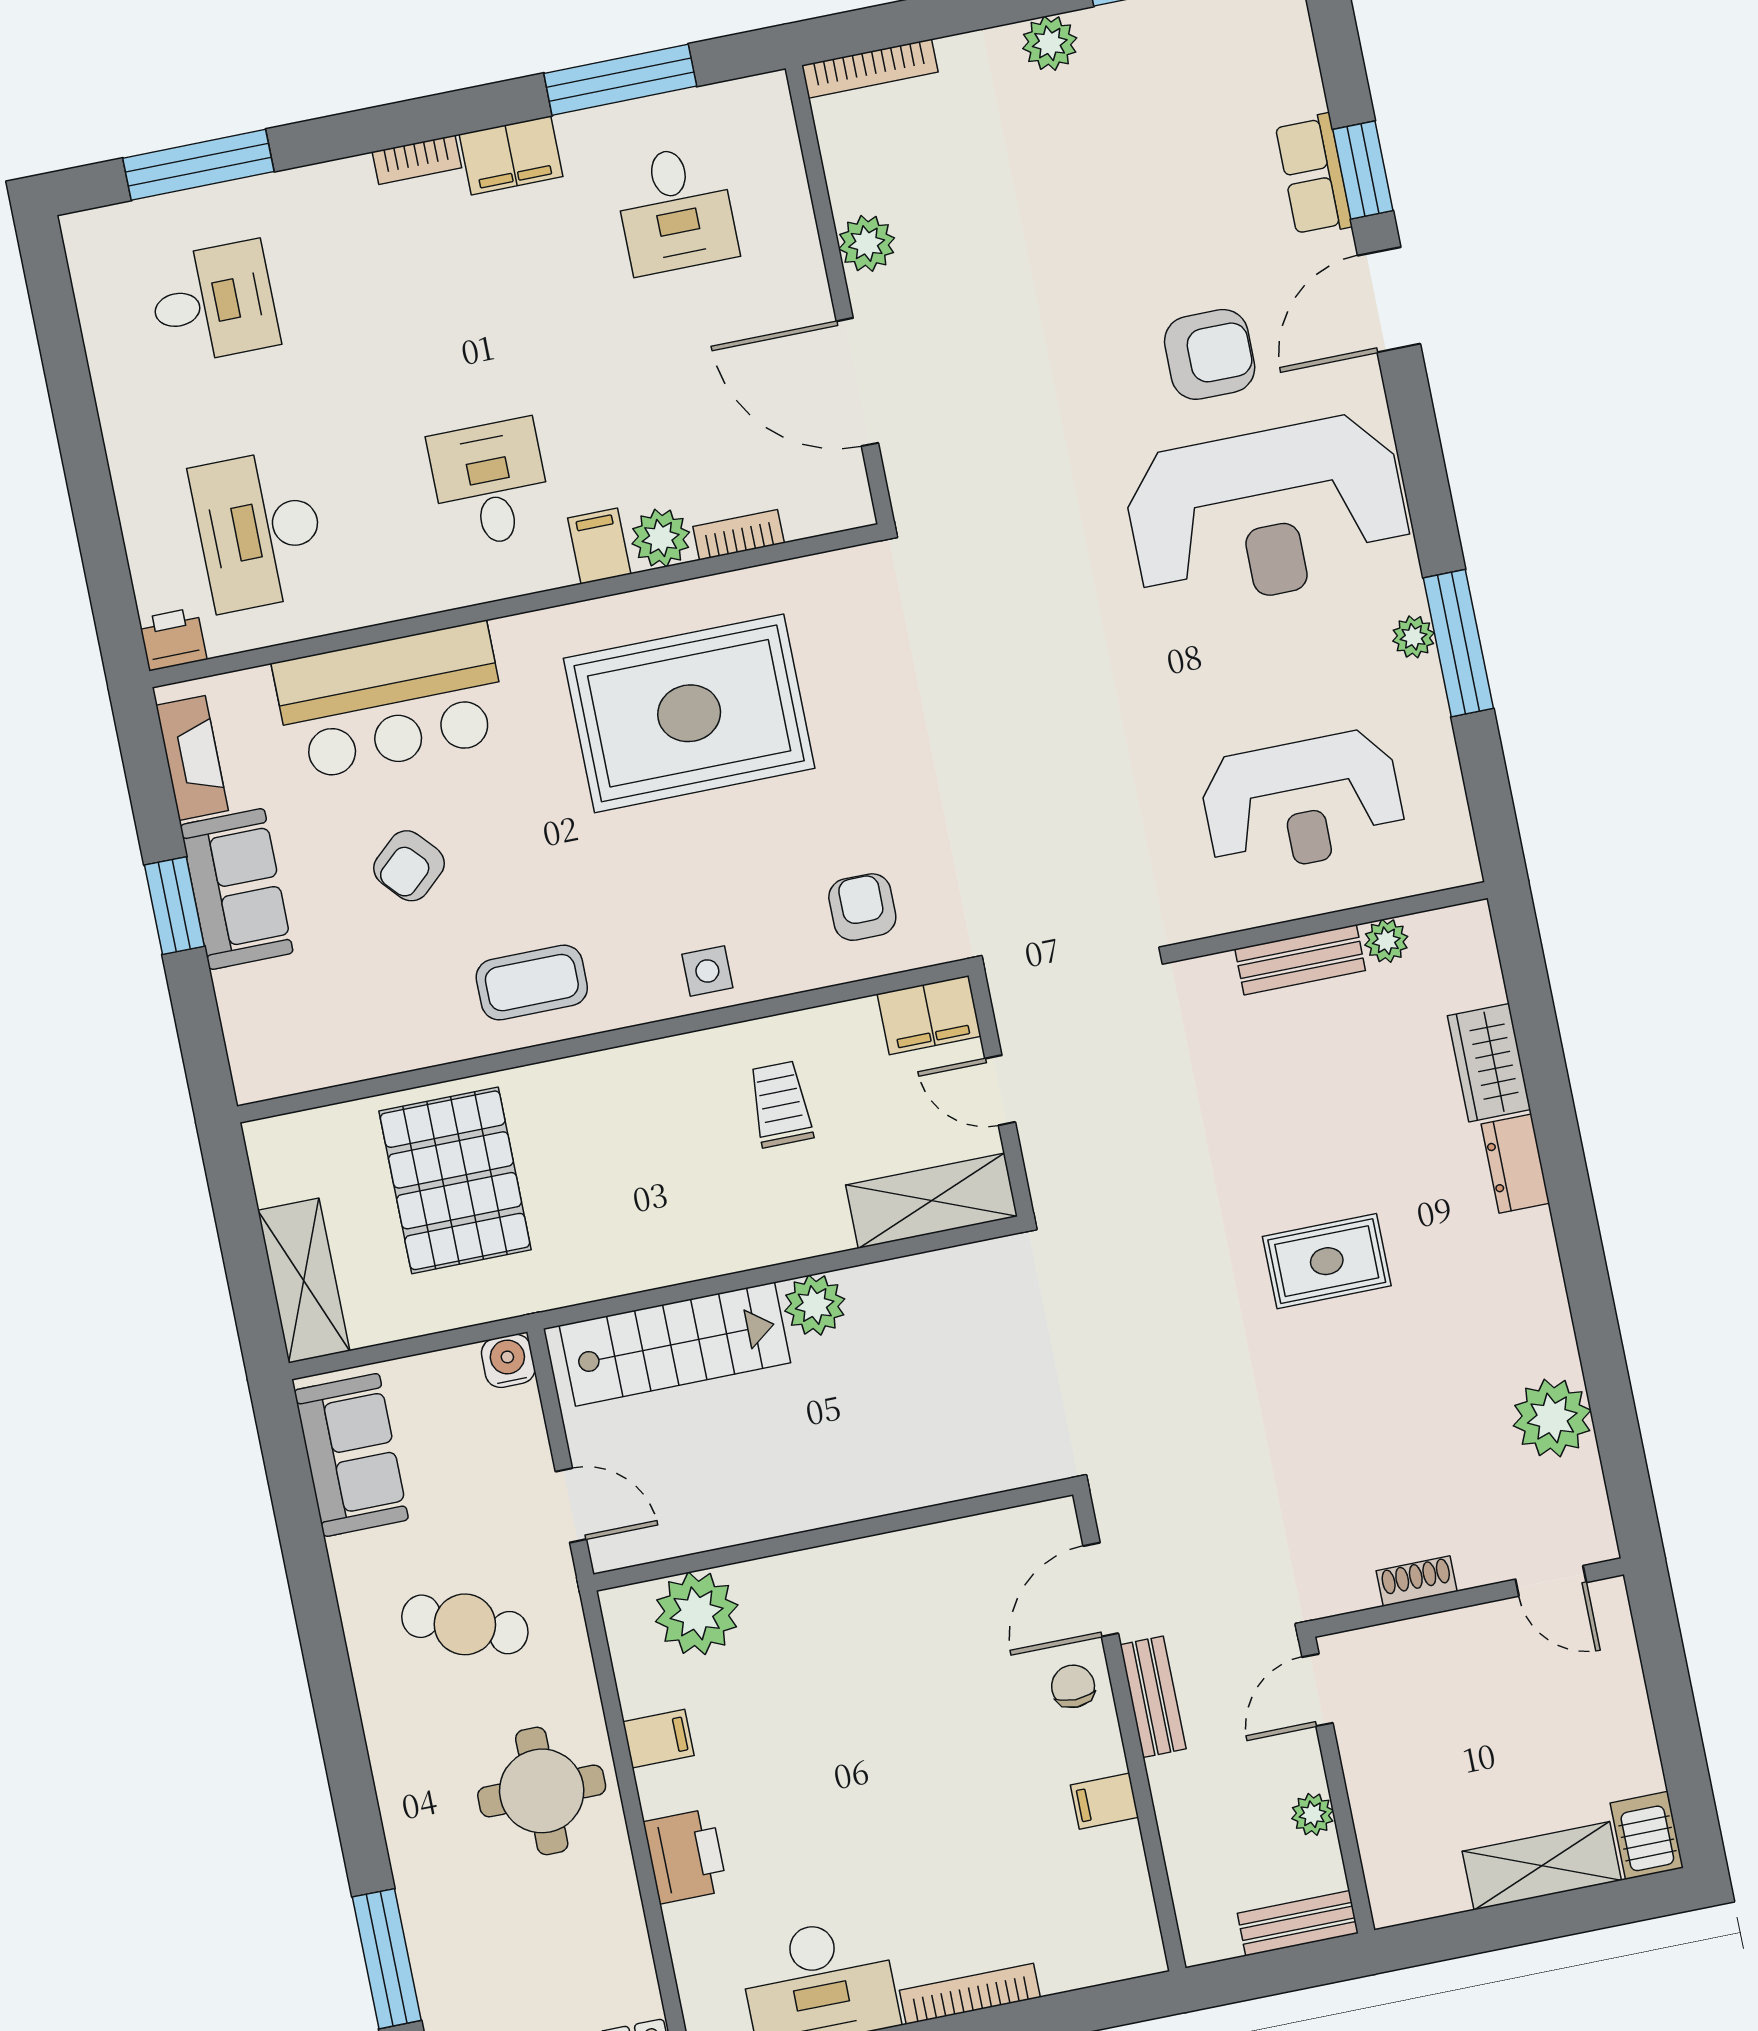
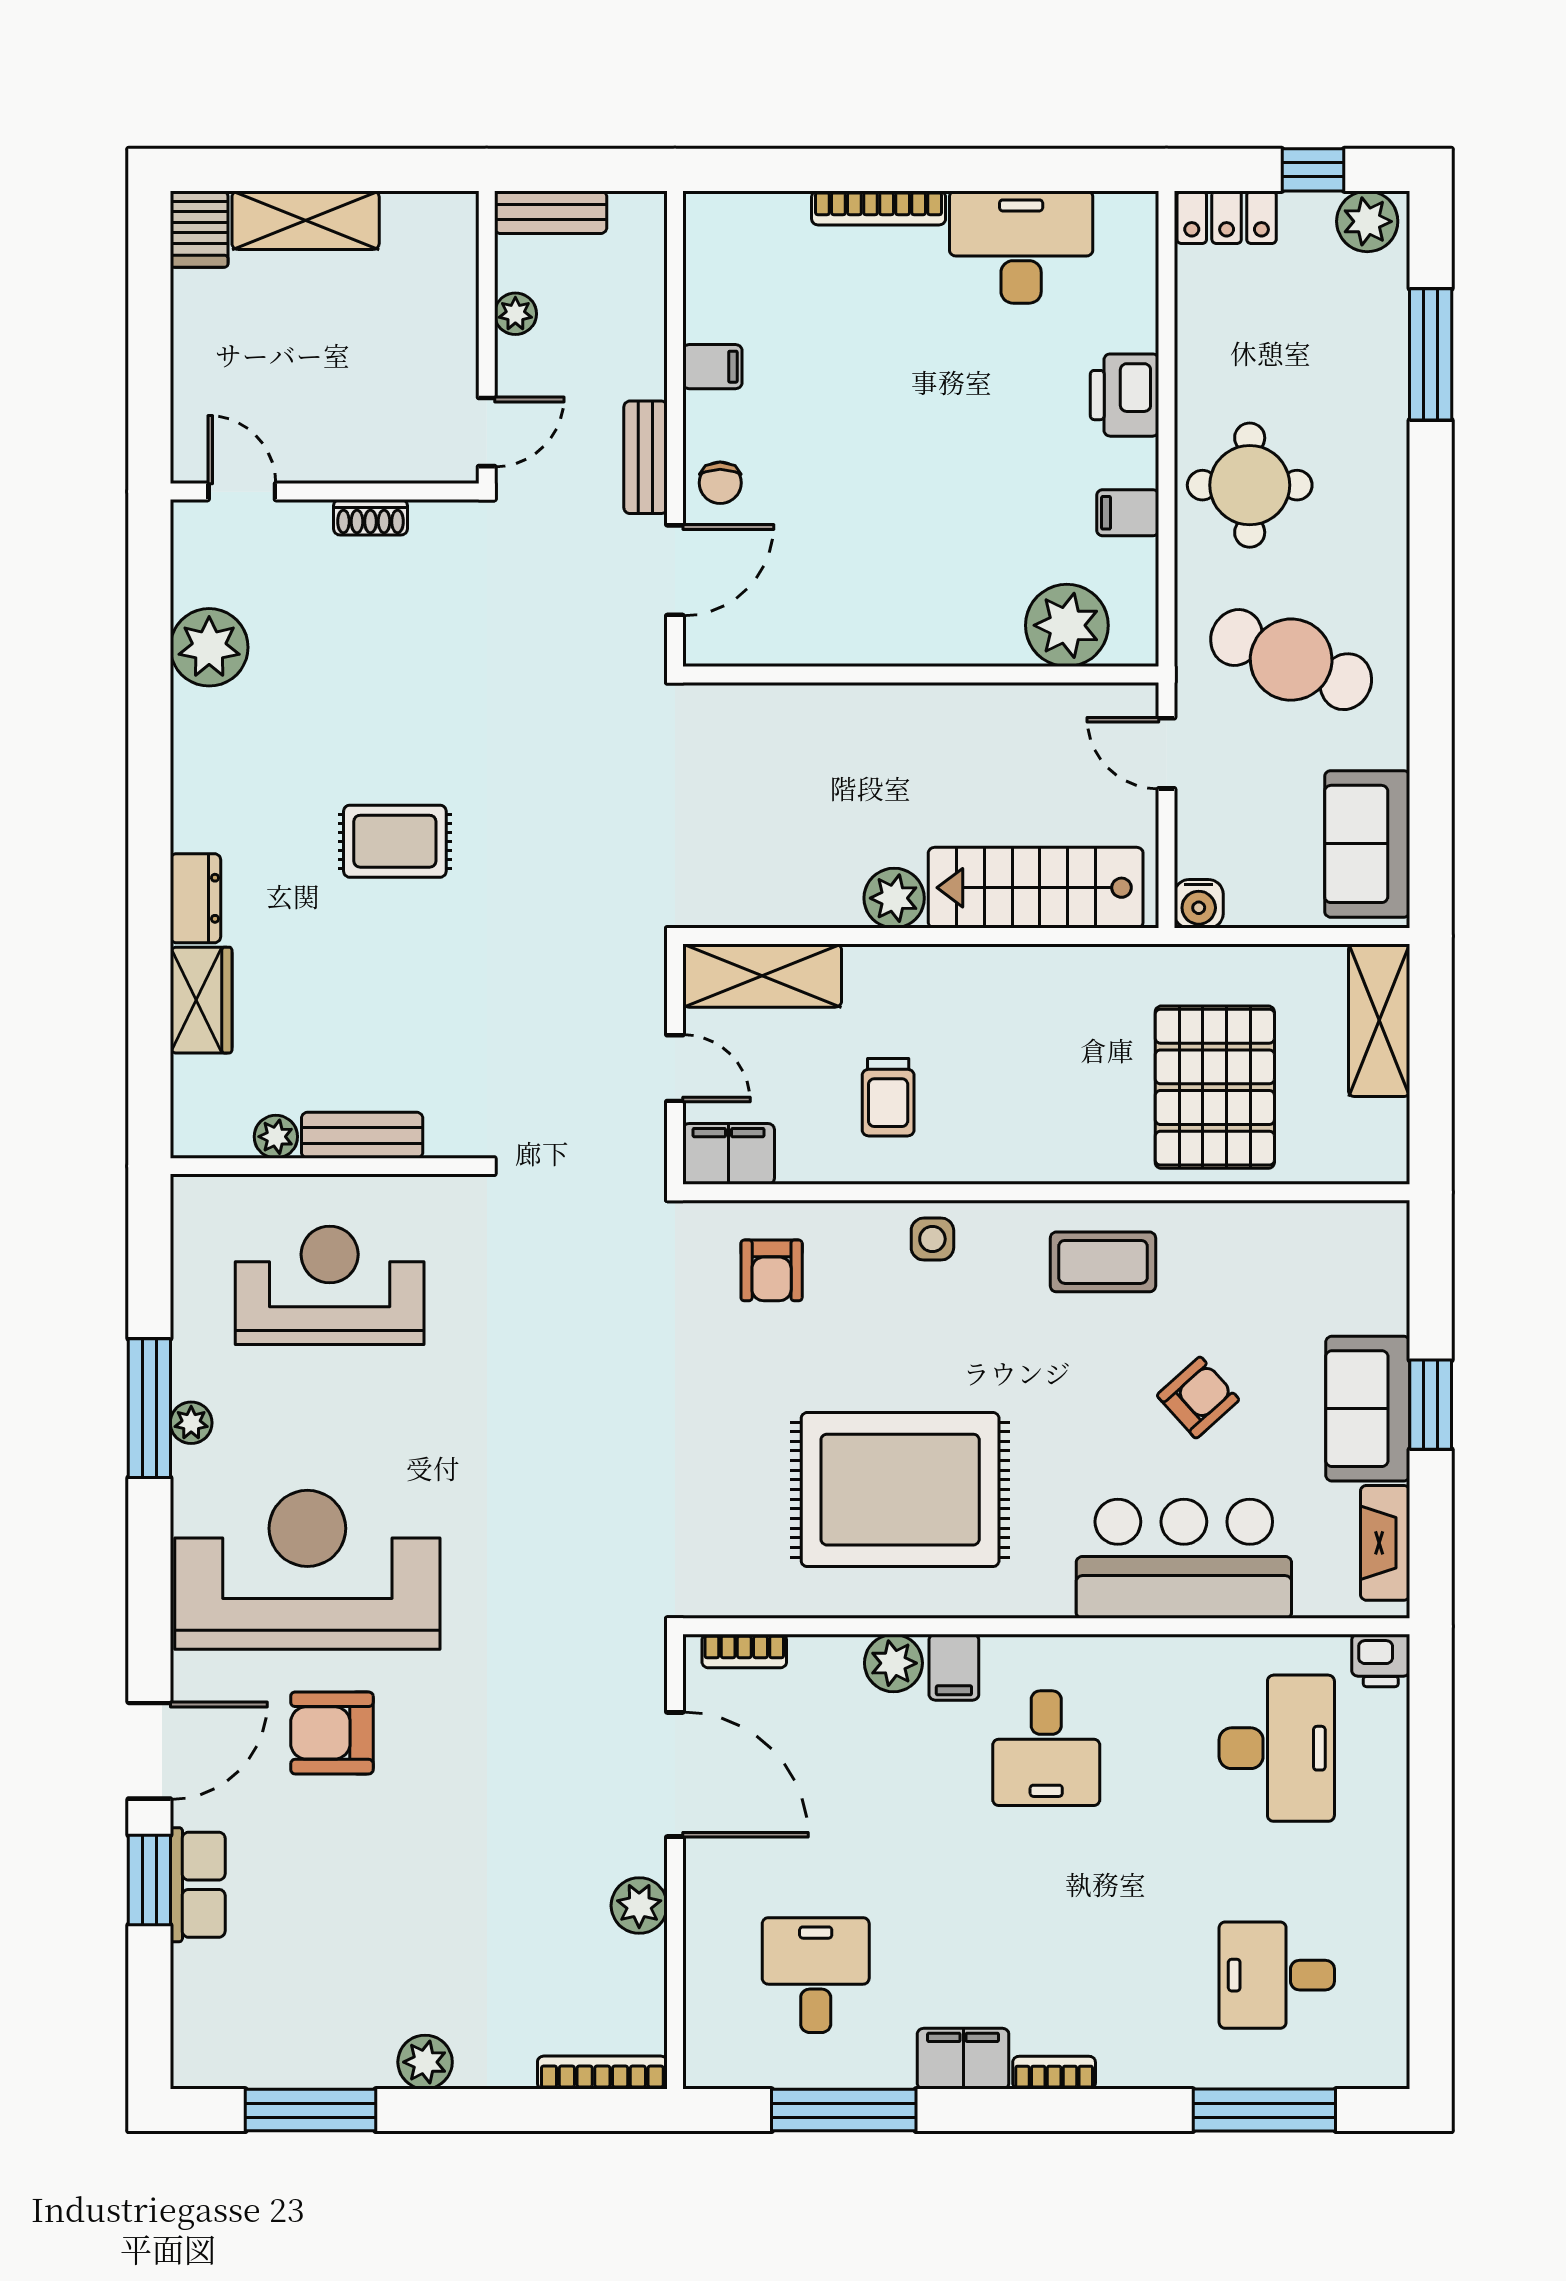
bookcase: (739, 535) -> (744, 1651), moved
cafe table: (465, 1624) -> (1291, 660), width x1.37, depth x1.35

